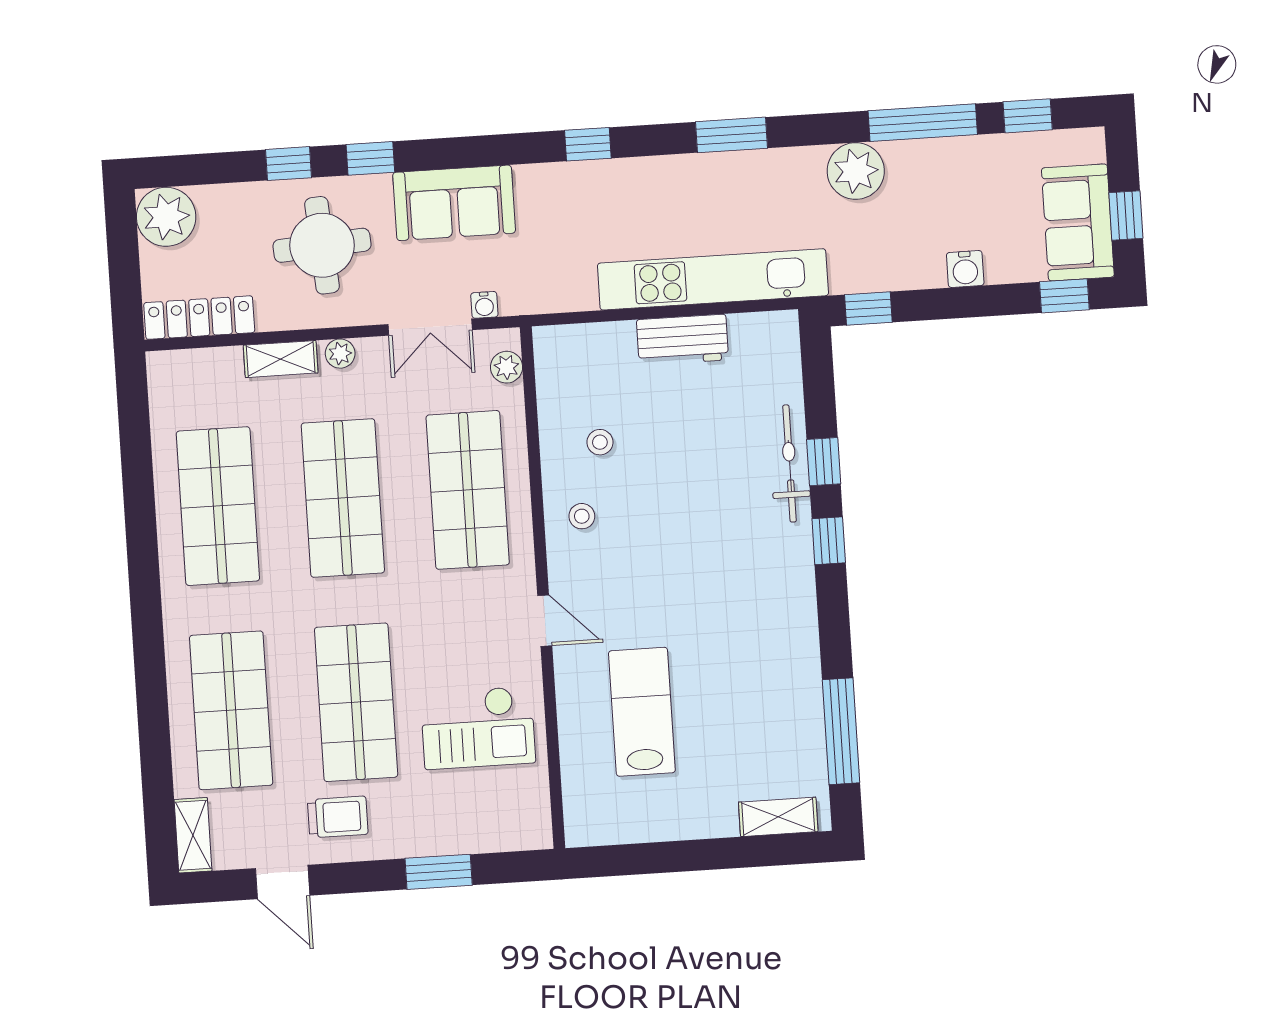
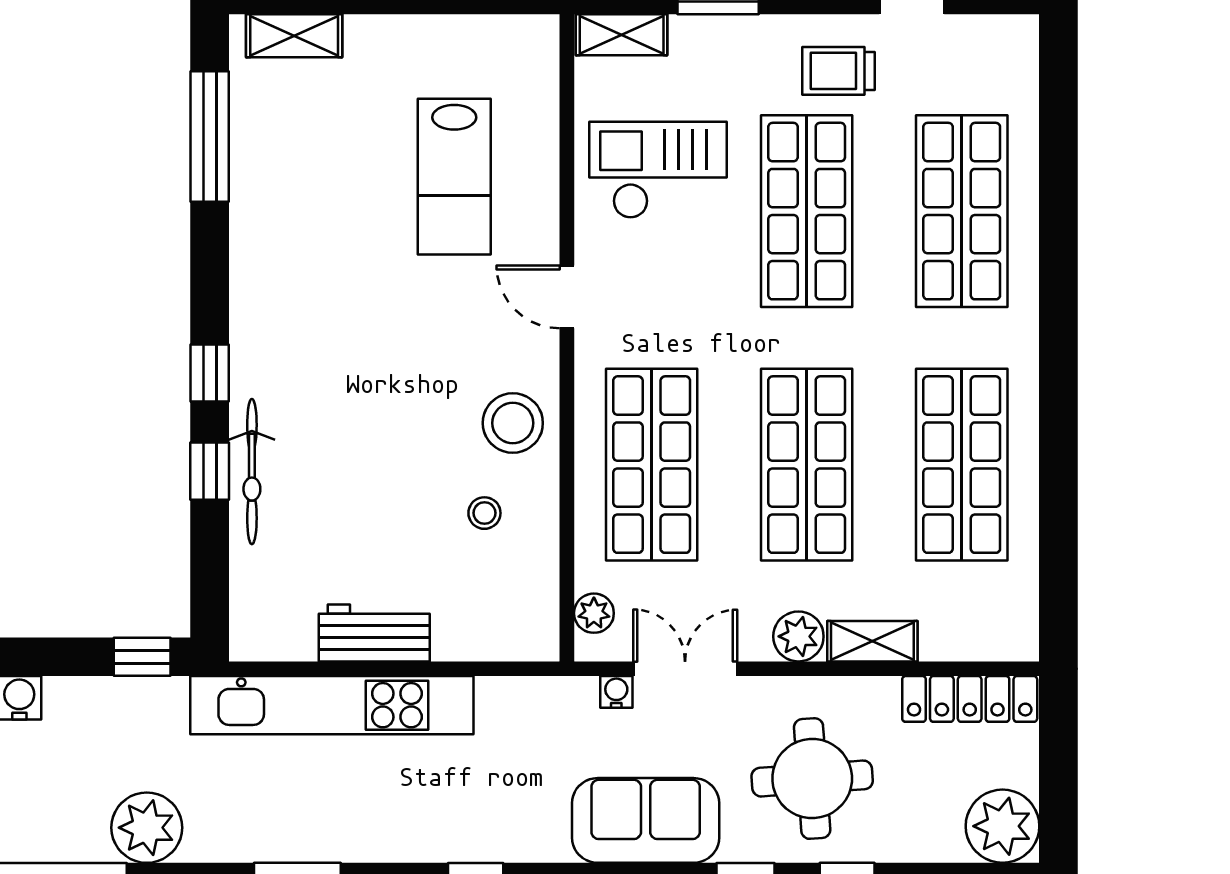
plant: (340, 354) -> (798, 636), width x1.38, depth x1.38
stool: (582, 516) -> (513, 423), width x1.89, depth x1.89
shelving: (193, 835) -> (622, 35), moved, turned 90

